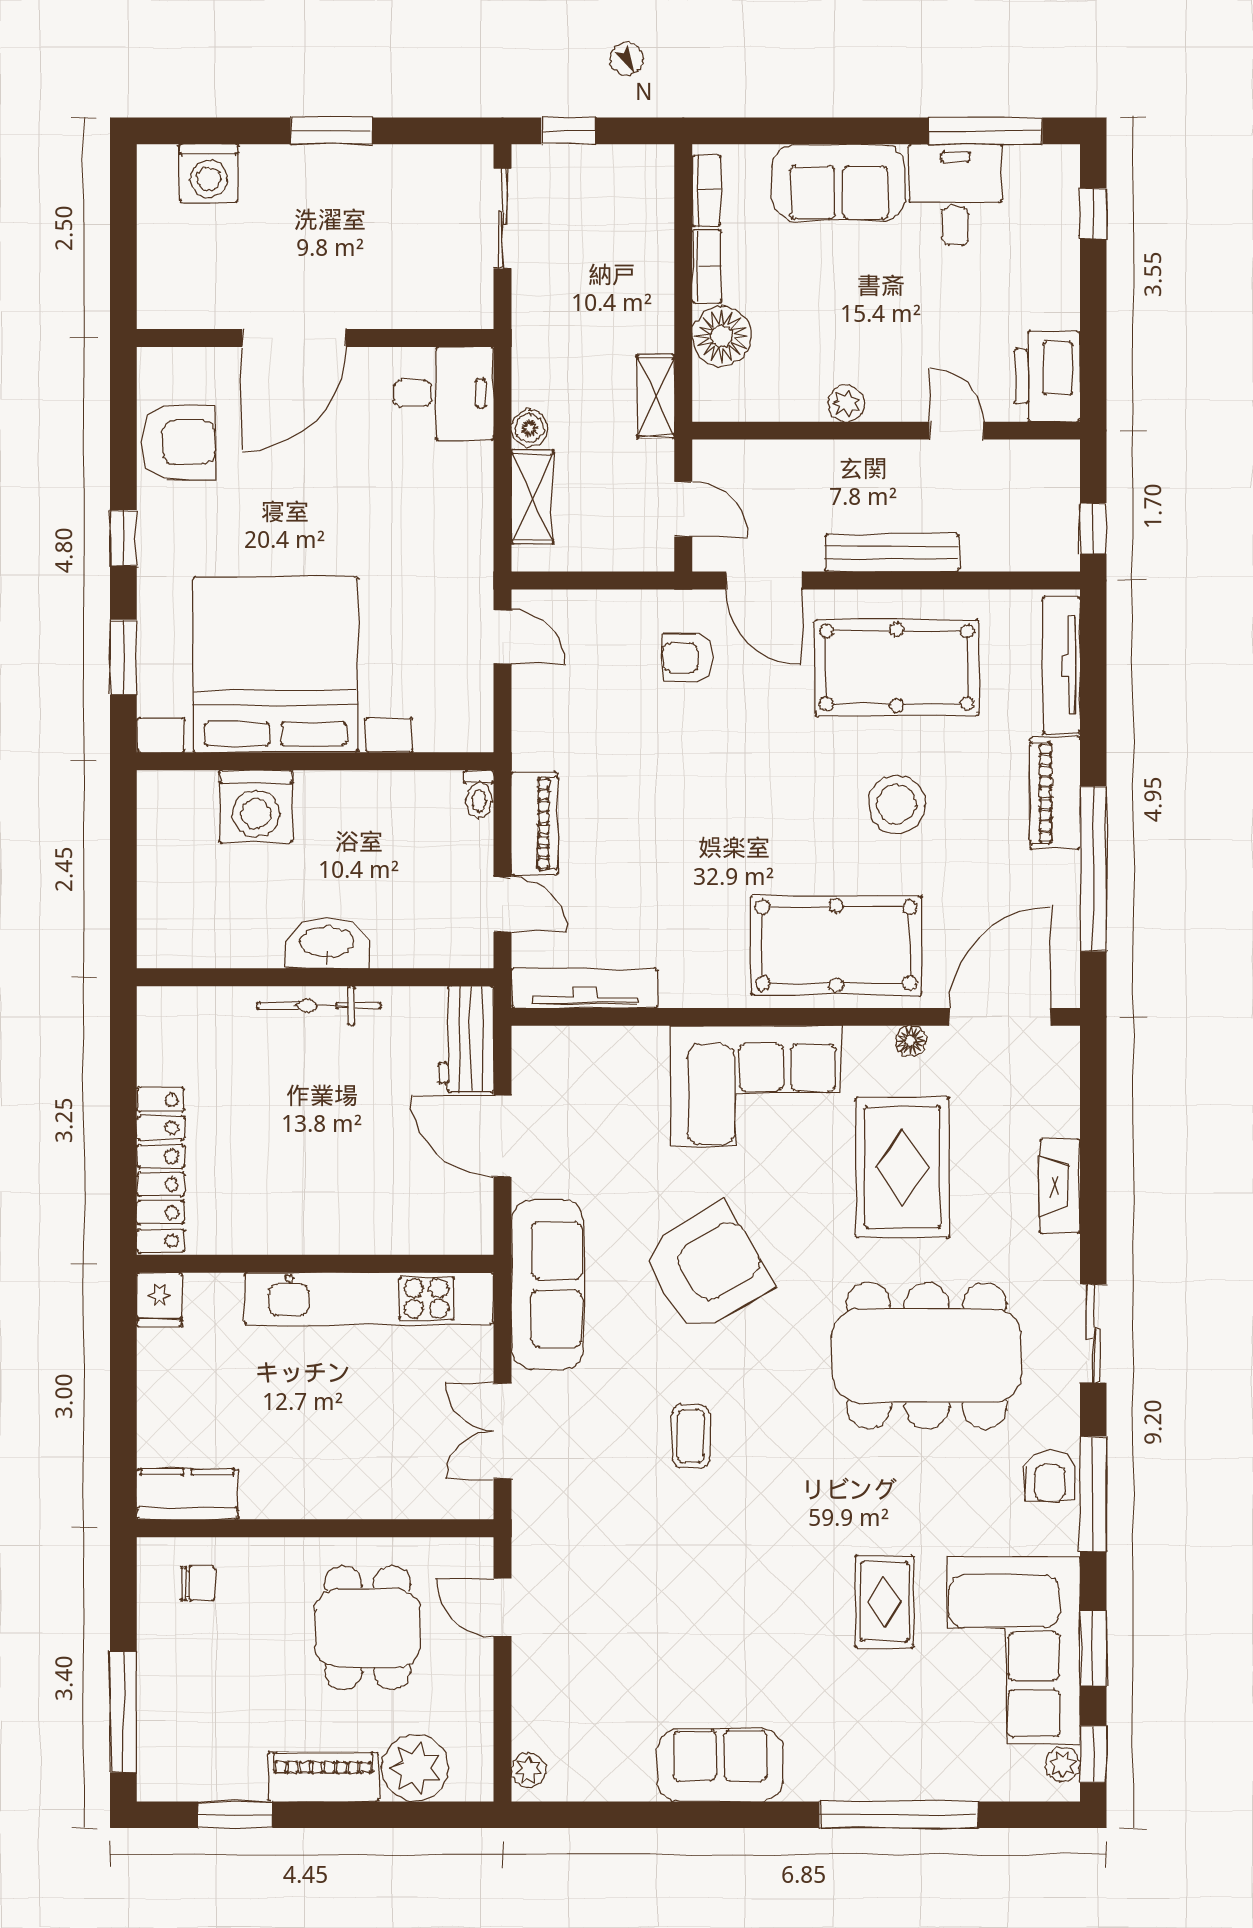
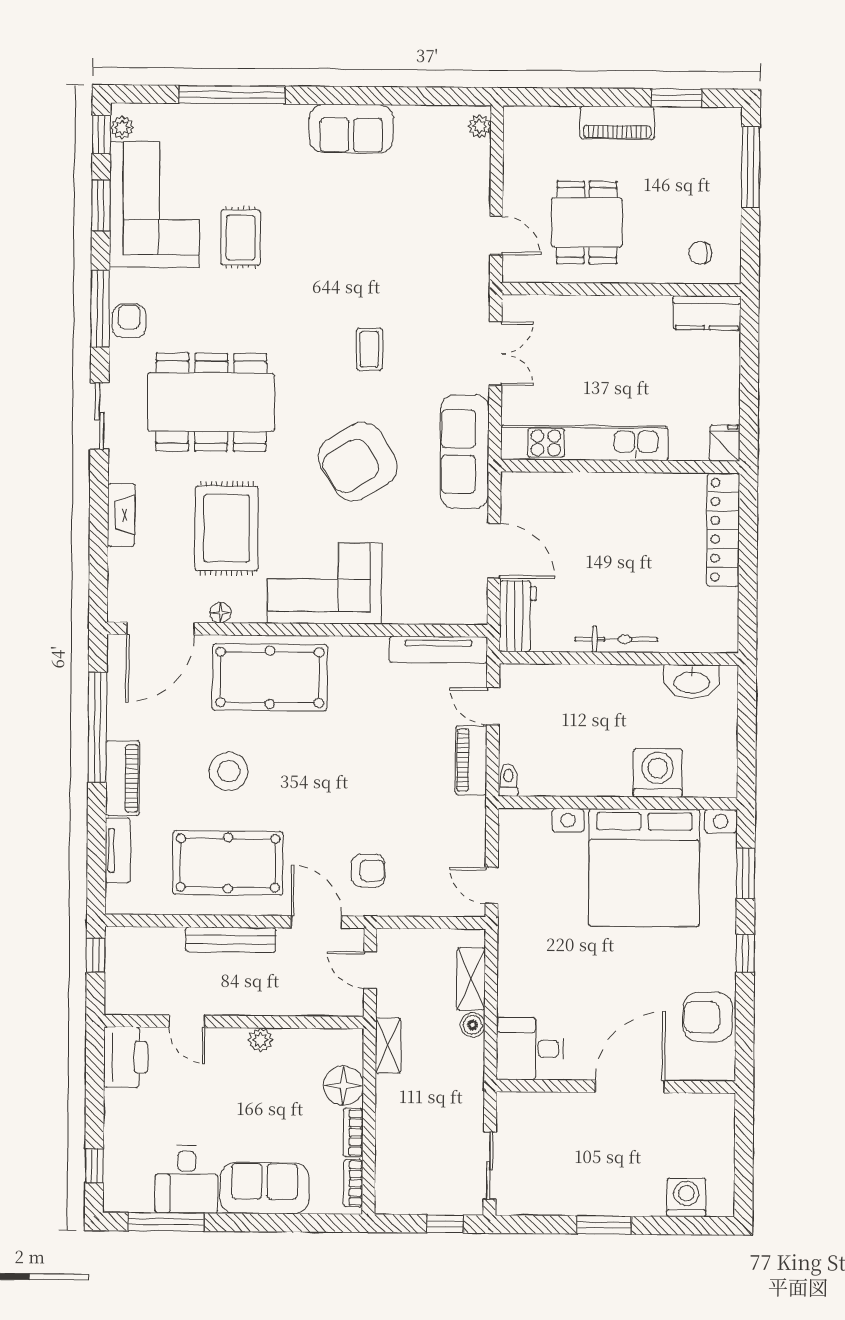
tv unit: (1061, 665) -> (118, 851), width x0.71
washbasin: (327, 943) -> (692, 682), moved
plant: (415, 1768) -> (556, 128), removed

